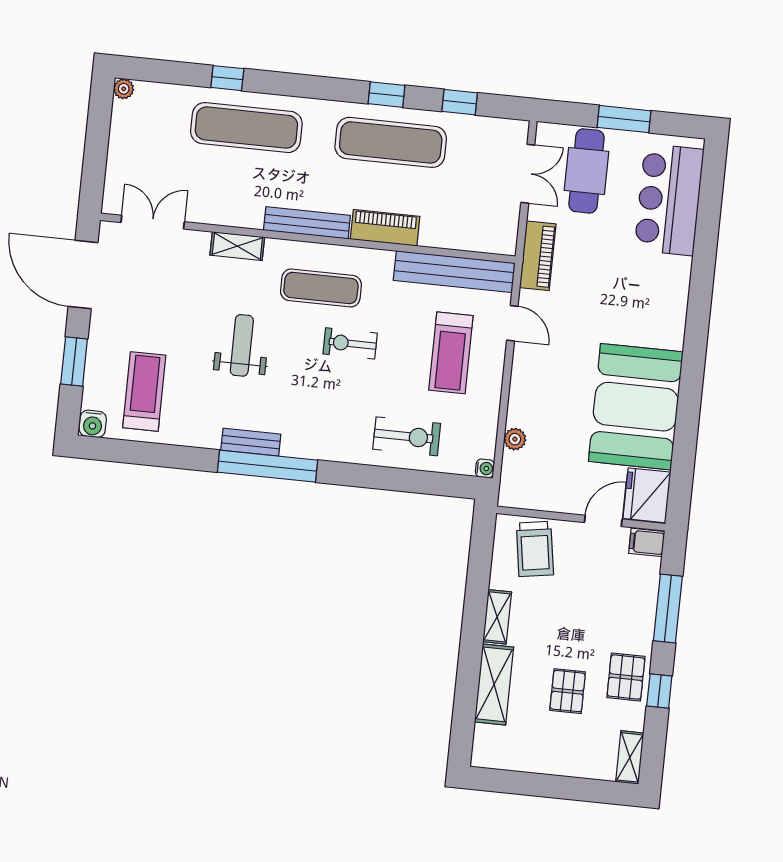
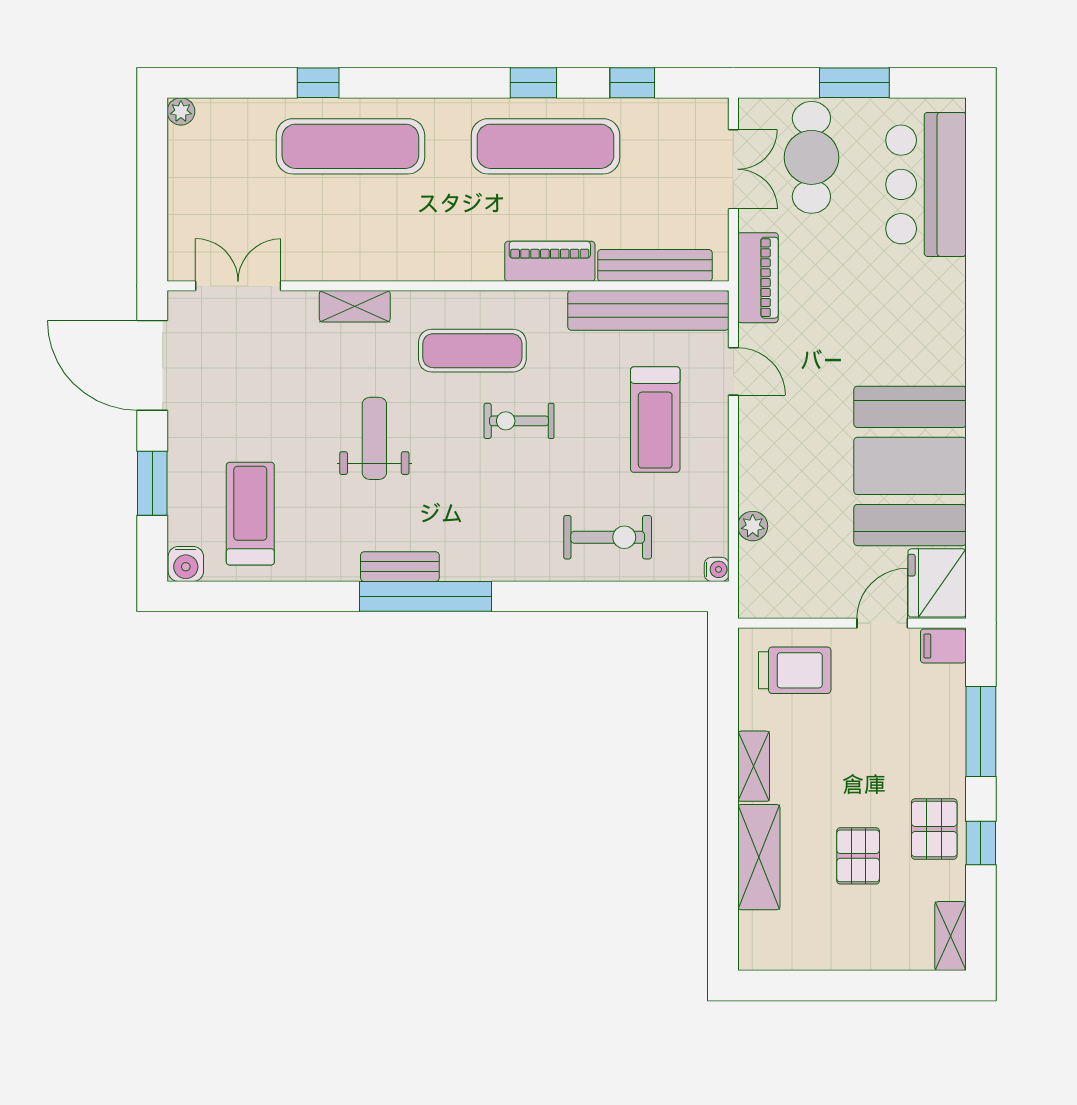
bench: (307, 223) -> (655, 265), moved
trolley: (535, 549) -> (795, 670), turned -81

